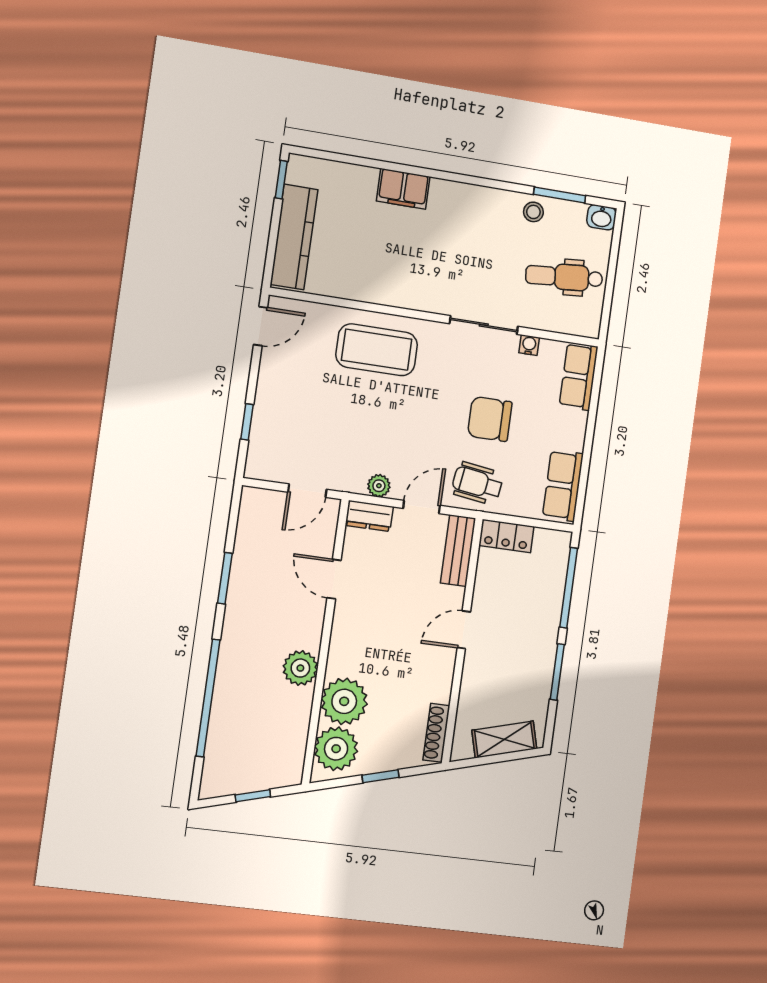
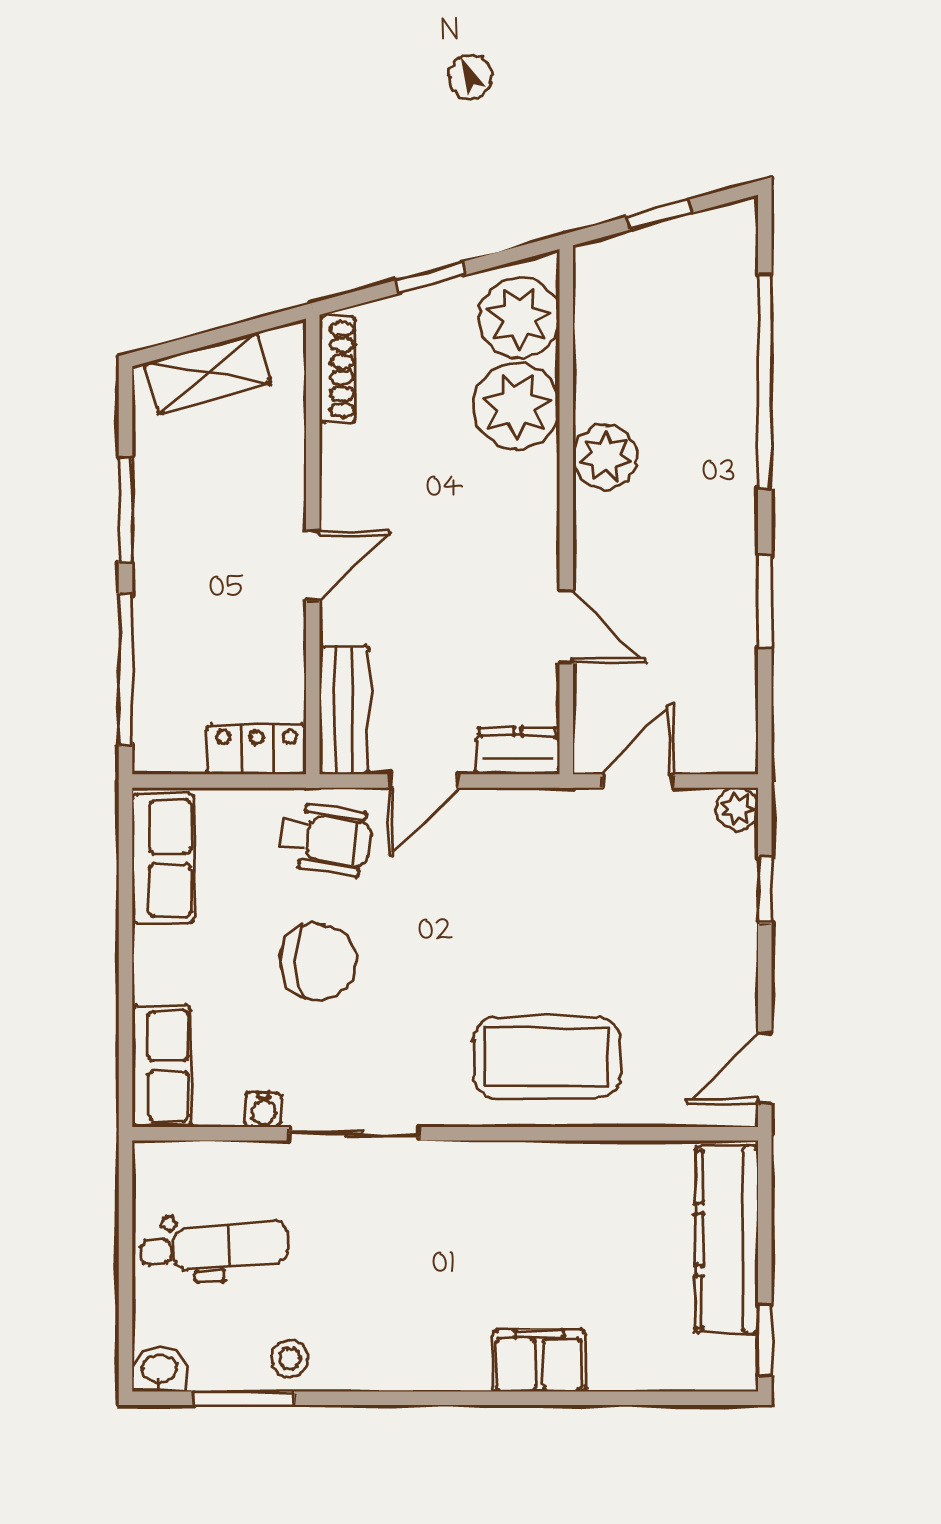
plant: (379, 486) -> (737, 809), moved

